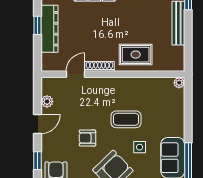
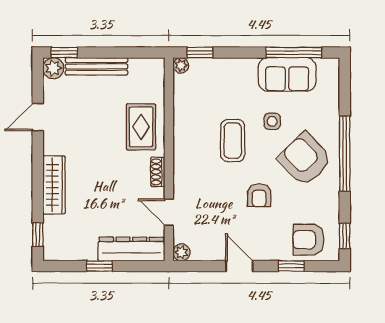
dresser: (49, 29) -> (131, 249), moved
shoe rack: (100, 66) -> (158, 172), width x0.70
window: (188, 96) -> (200, 53), added
plant: (47, 101) -> (181, 252), moved

